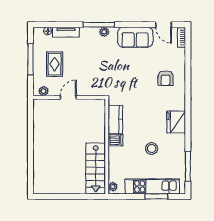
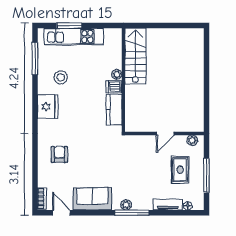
stool: (152, 148) -> (61, 77), moved
plant: (113, 187) -> (117, 74), moved

